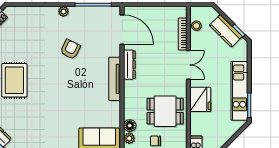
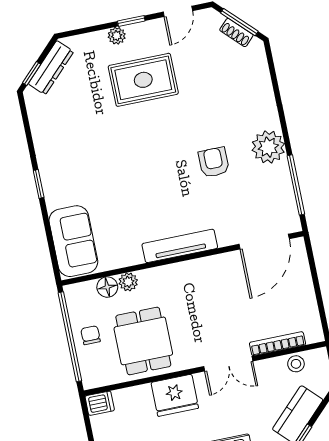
plant: (63, 11) -> (268, 147), width x1.87, depth x1.87
armchair: (70, 49) -> (214, 162), turned -116
dresser: (129, 65) -> (208, 266), removed
plant: (129, 138) -> (128, 282), moved

